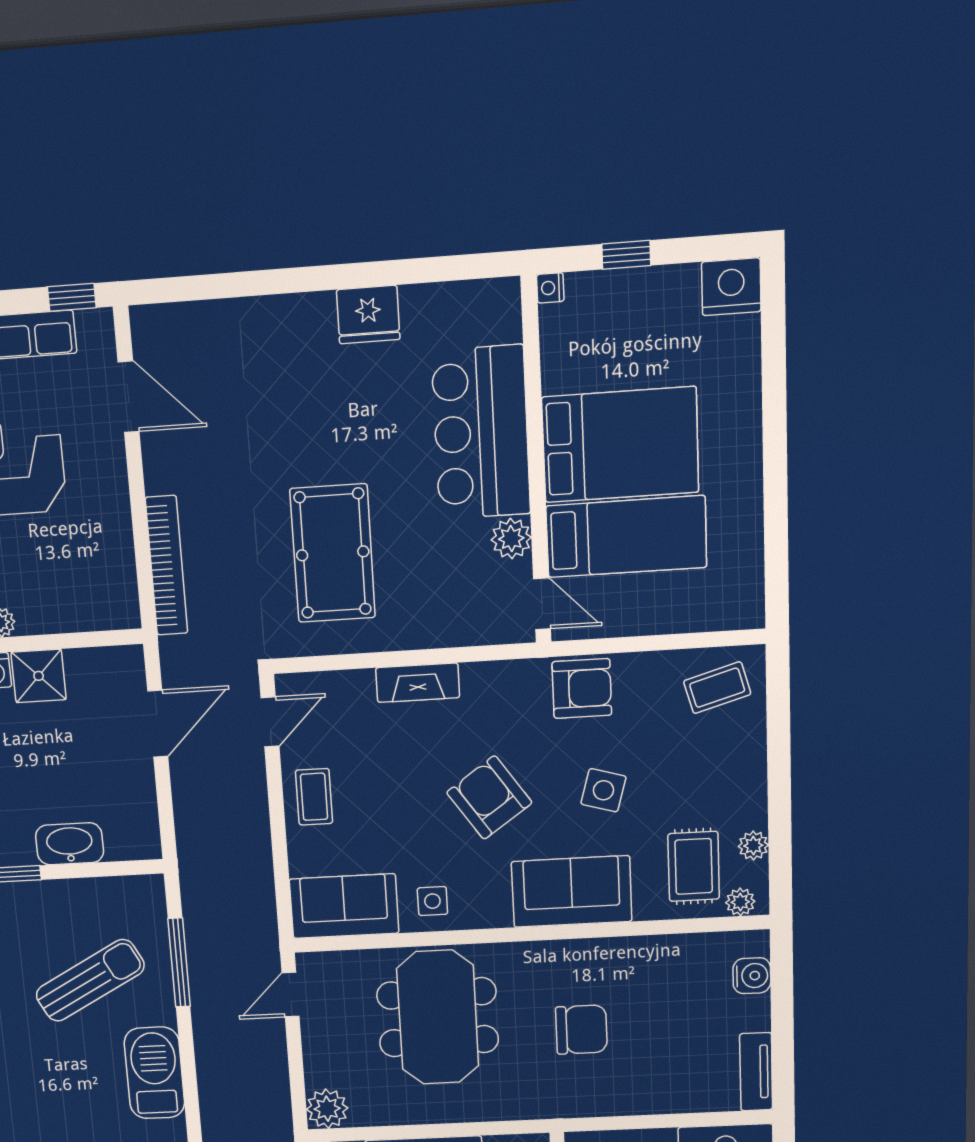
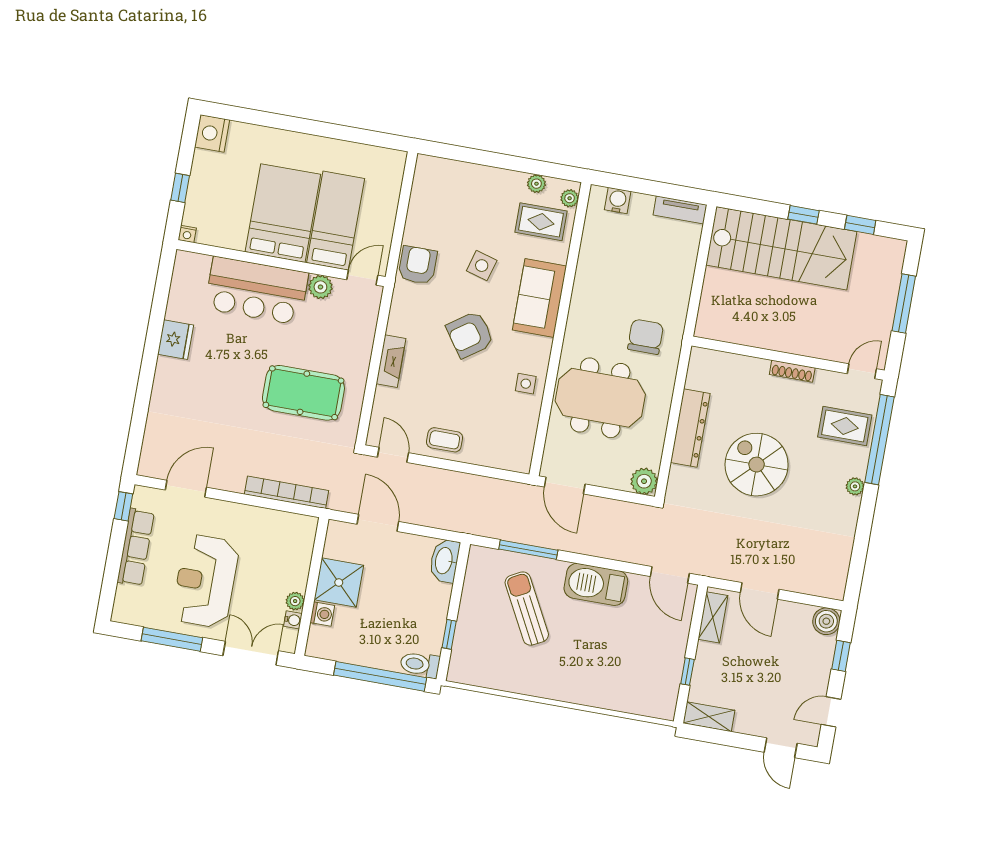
shower: (39, 676) -> (339, 582), width x1.36, depth x1.36
coffee table: (717, 688) -> (436, 186), removed
washbasin: (70, 844) -> (445, 561), moved
sofa: (344, 906) -> (516, 438), removed
door: (291, 995) -> (565, 485), width x1.38
chair: (581, 1030) -> (646, 337), moved

